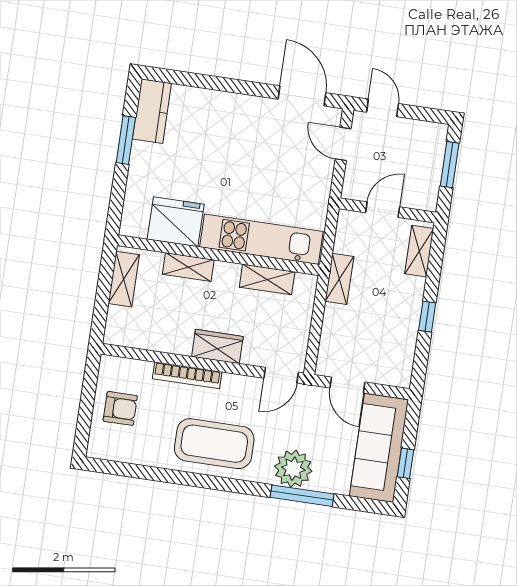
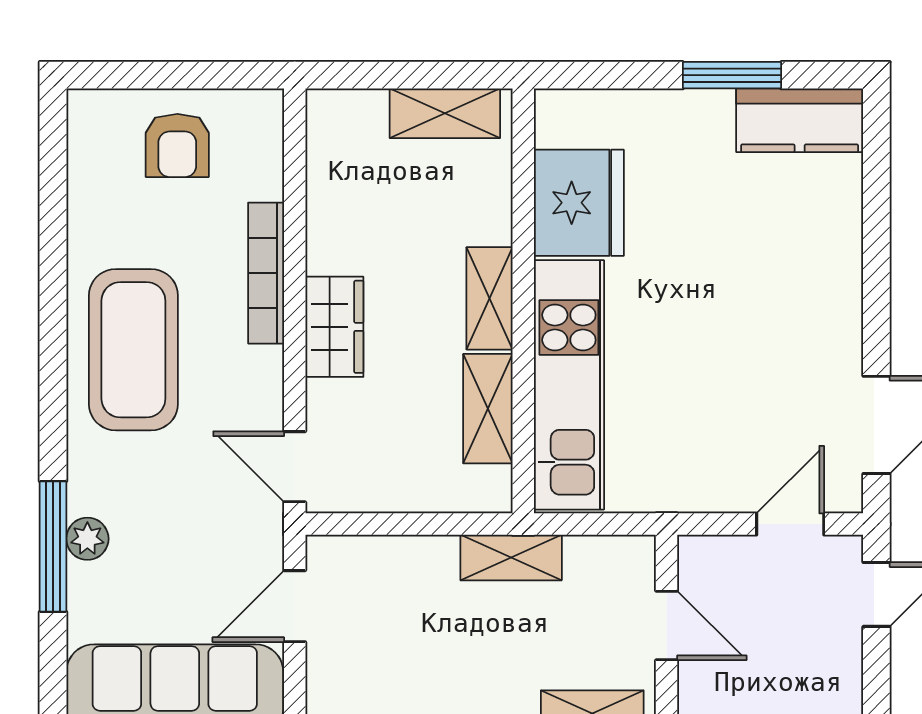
shelving: (188, 267) -> (489, 298), moved
plant: (293, 469) -> (87, 539), width x0.53, depth x0.53

